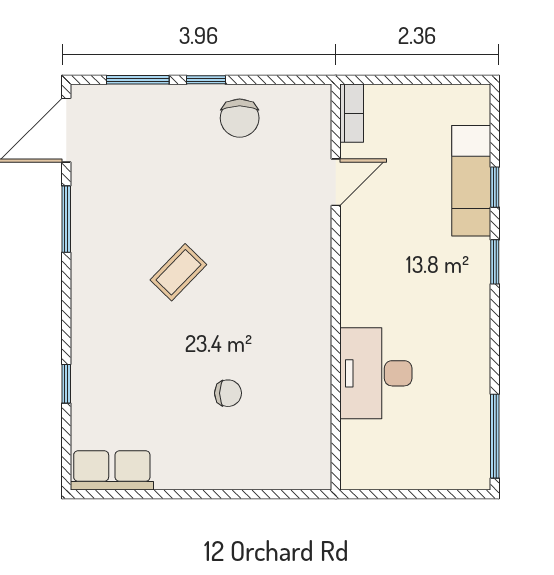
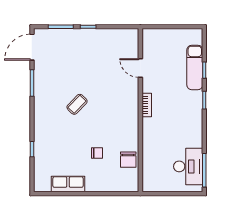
bookcase: (352, 113) -> (147, 105), moved
chair: (240, 118) -> (128, 160), moved
door: (336, 182) -> (140, 68), swing flipped
desk: (376, 373) -> (188, 166), moved, turned 180
row of seats: (112, 470) -> (68, 184), moved

